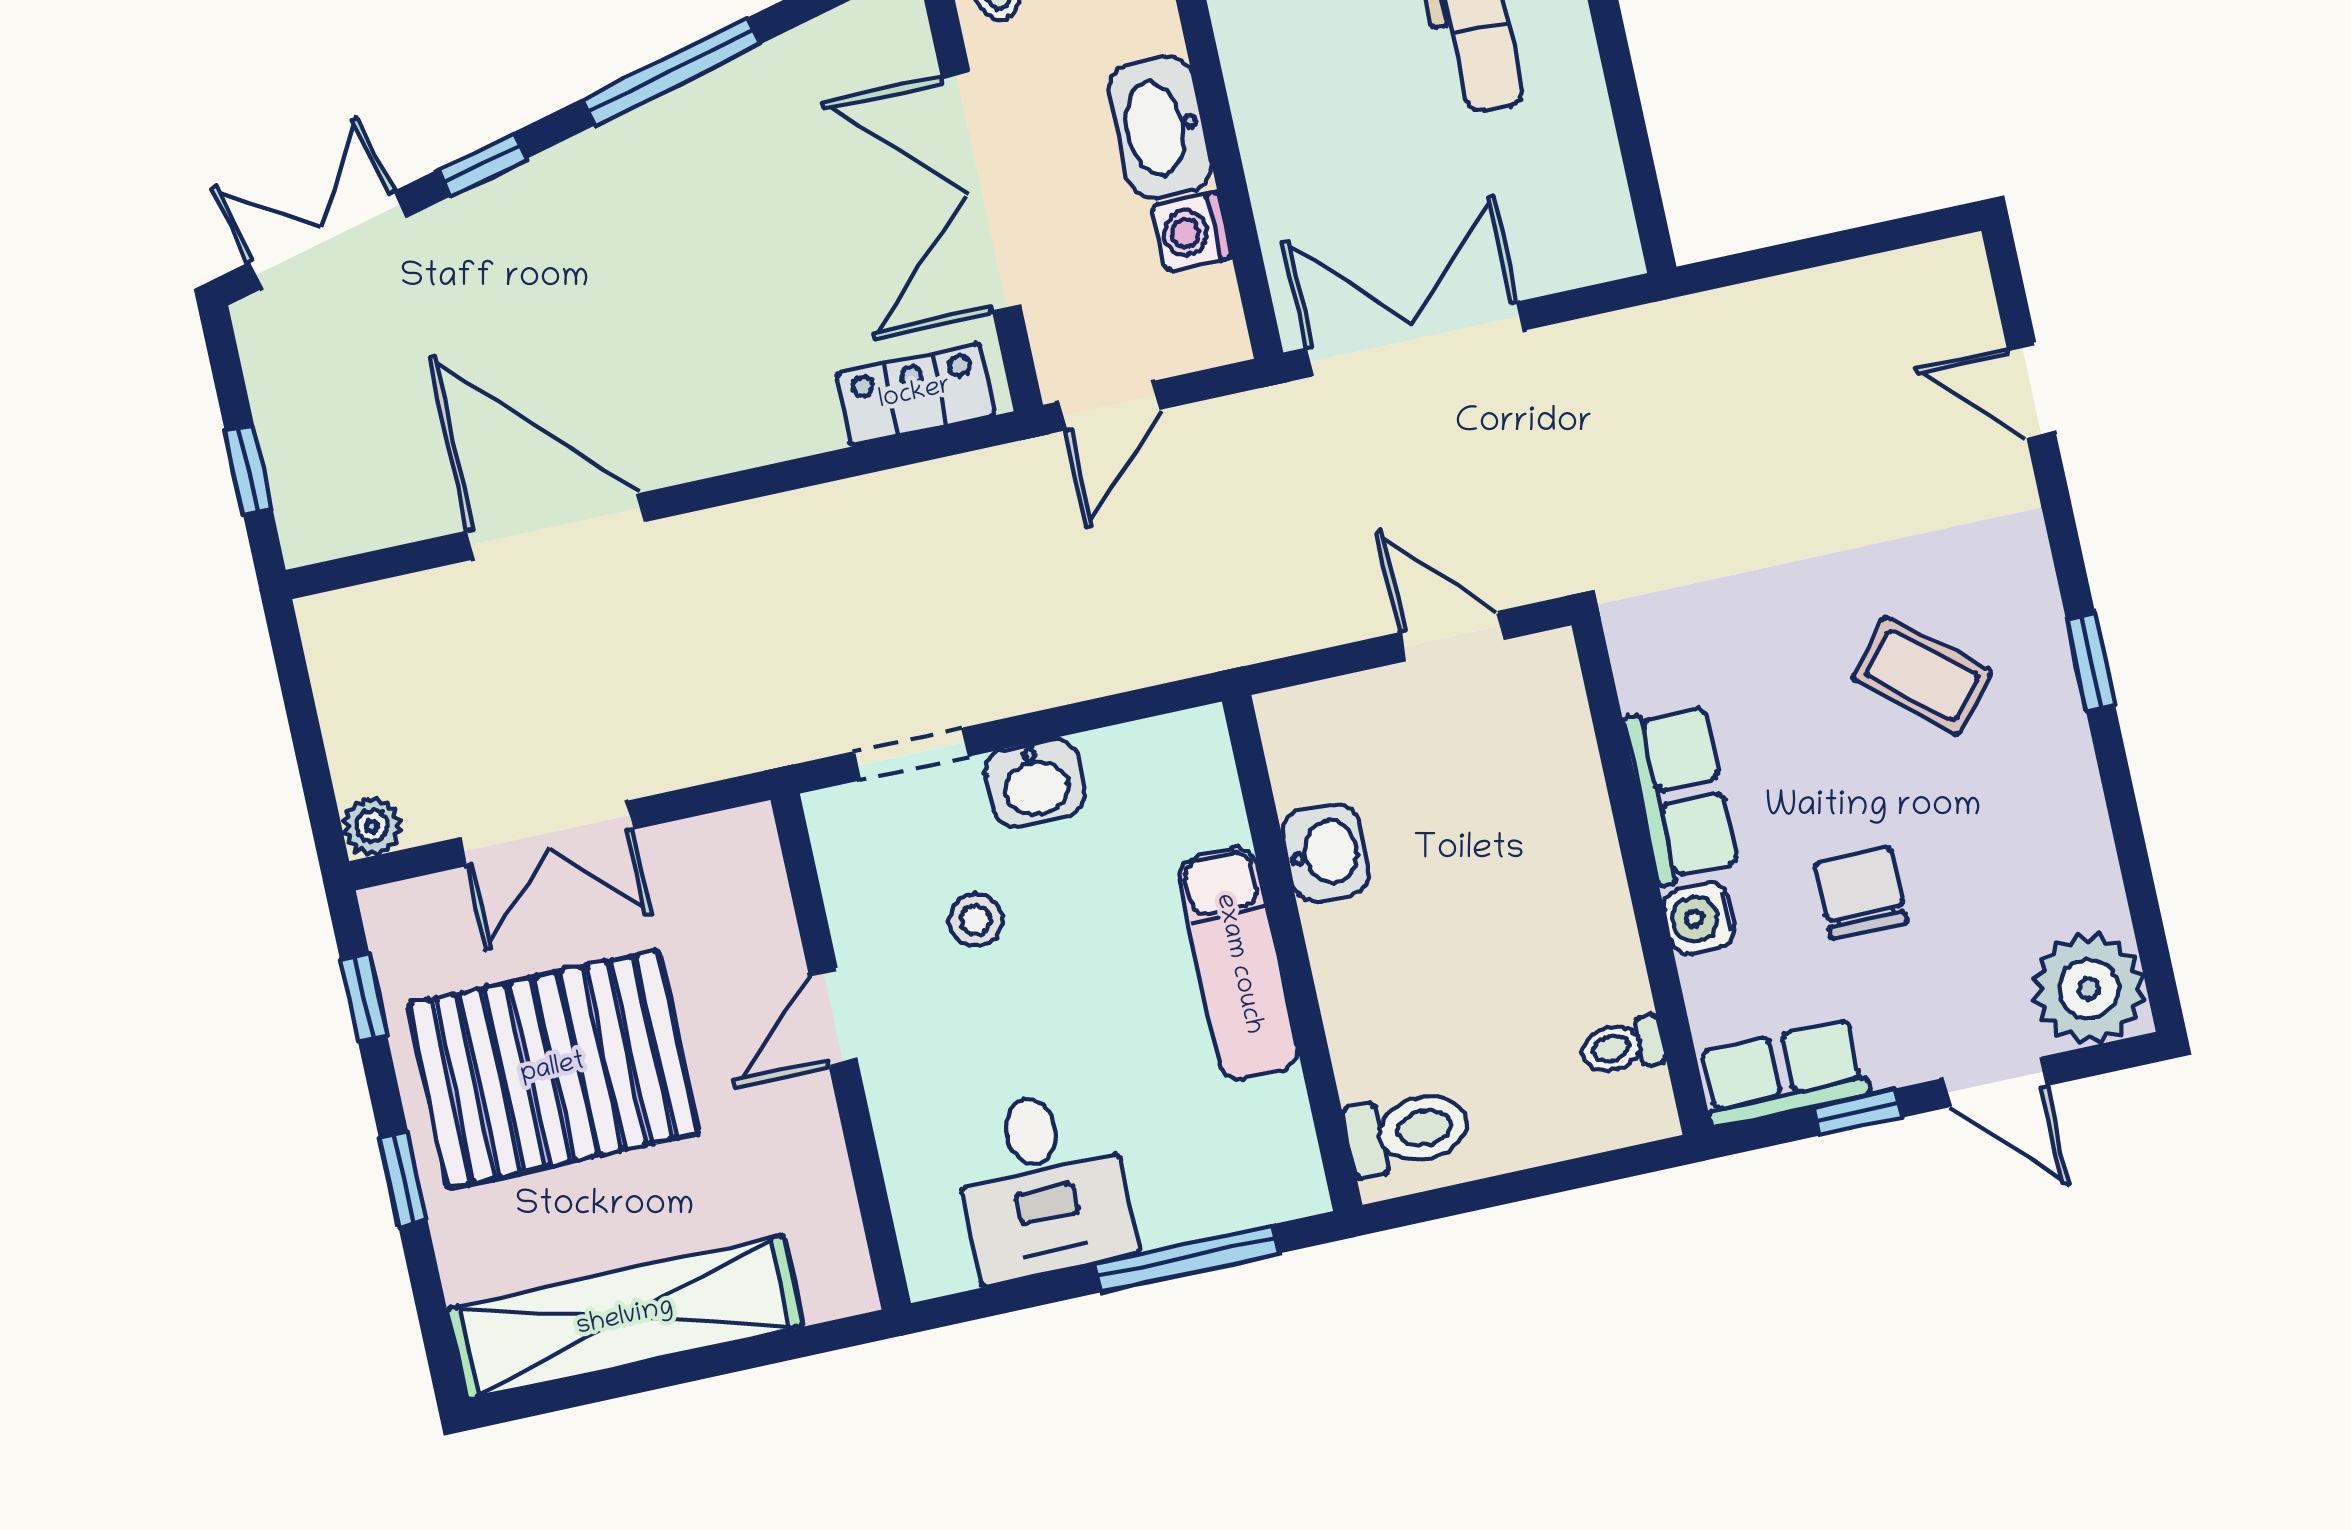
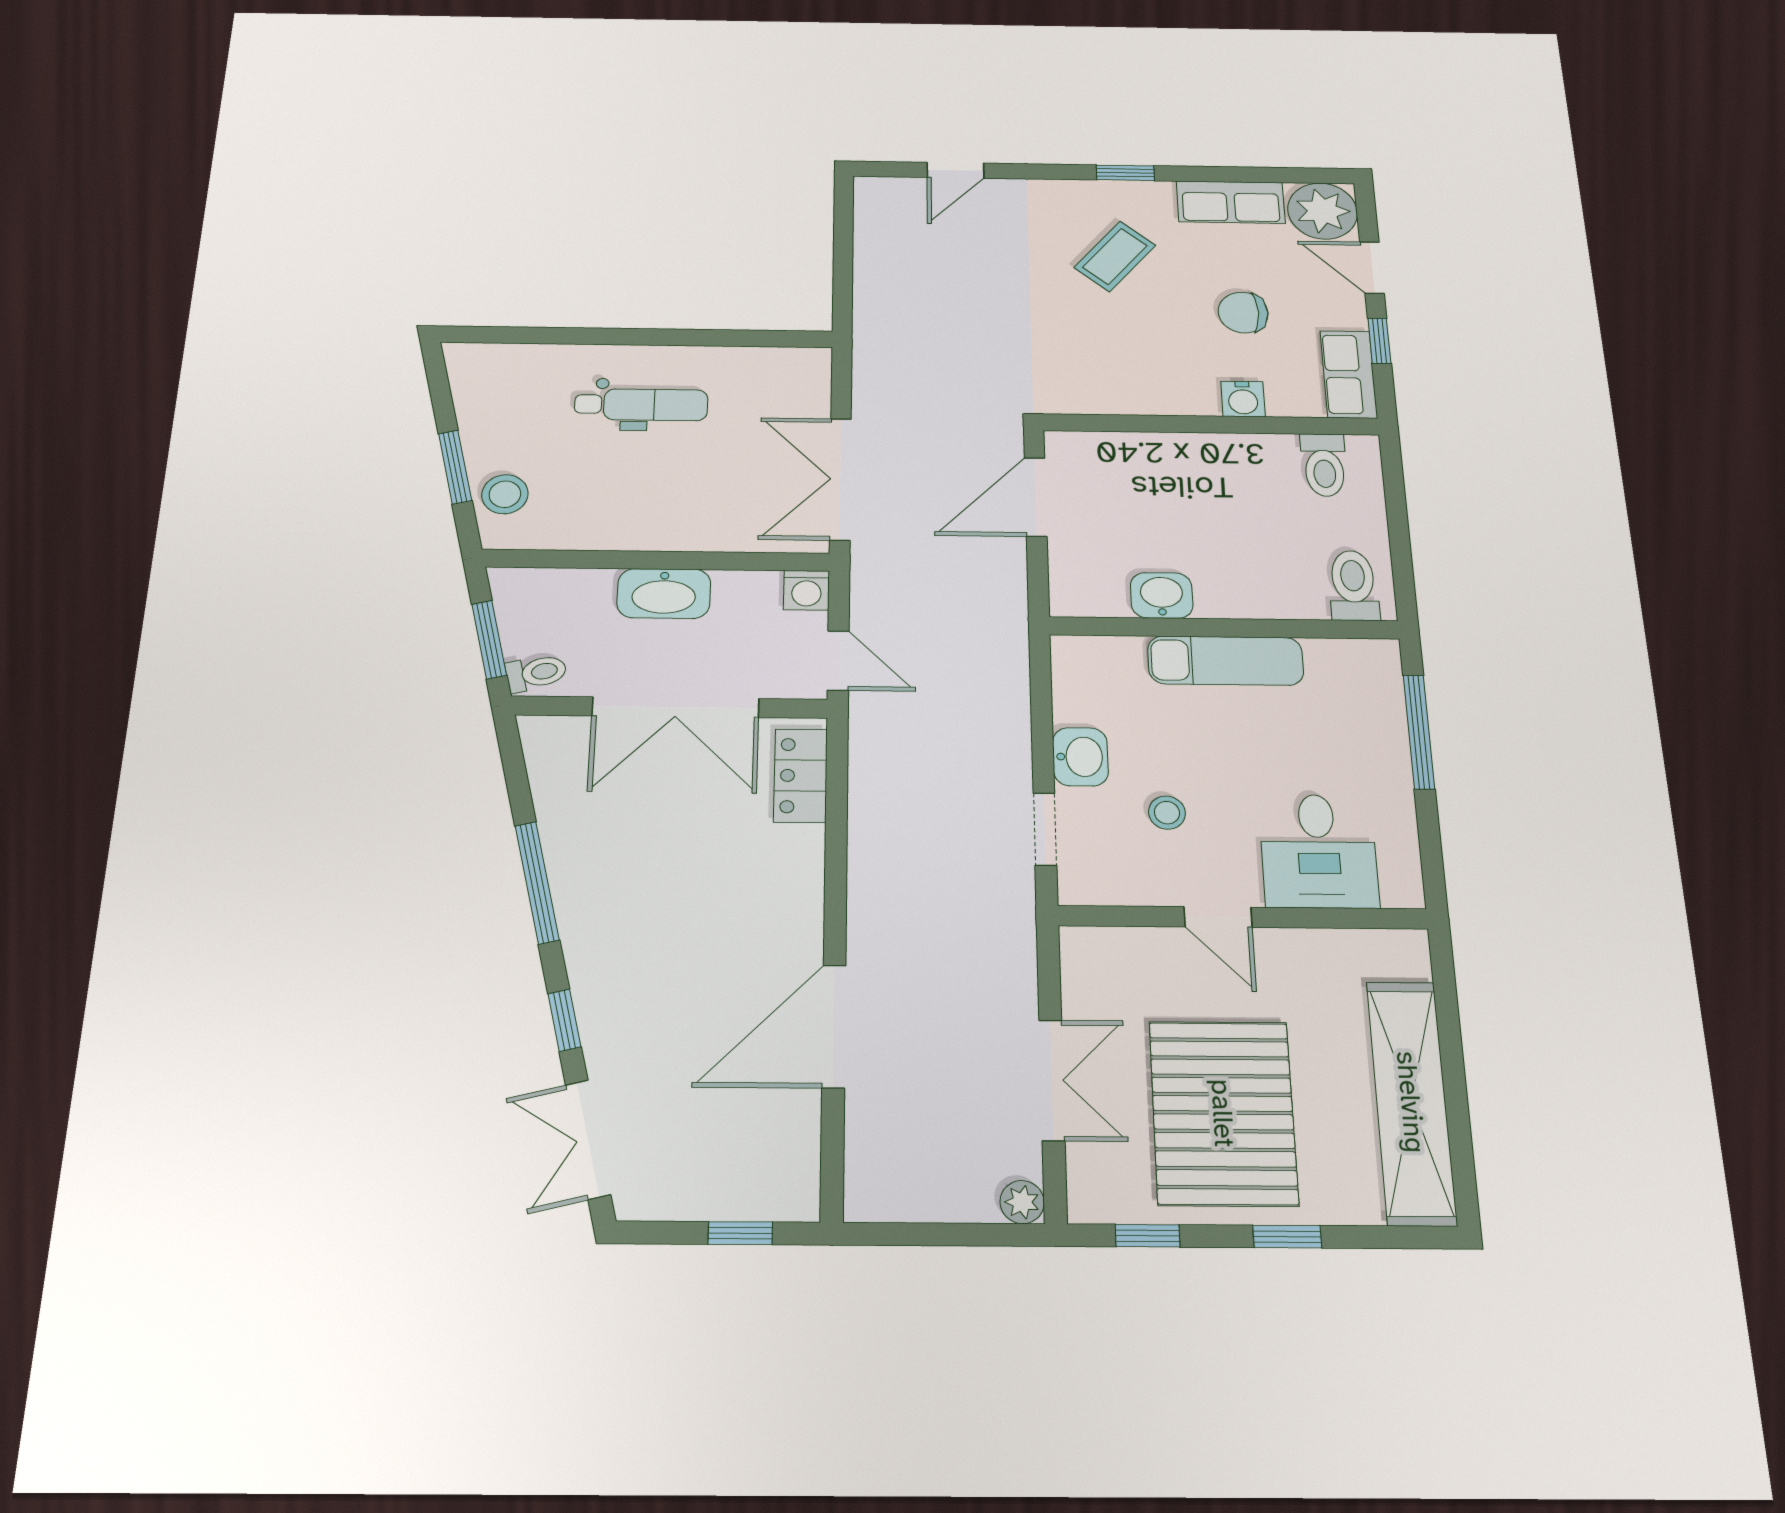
washing machine: (1192, 232) -> (806, 590), moved
door: (1451, 636) -> (1036, 497), width x1.38
row of seats: (1681, 794) -> (1231, 202), moved, turned 180
toilet: (1622, 1046) -> (1324, 465), width x1.37, depth x1.39
door: (1995, 1082) -> (1372, 268), swing flipped
desk: (1043, 1185) -> (1319, 851), moved, turned 90

